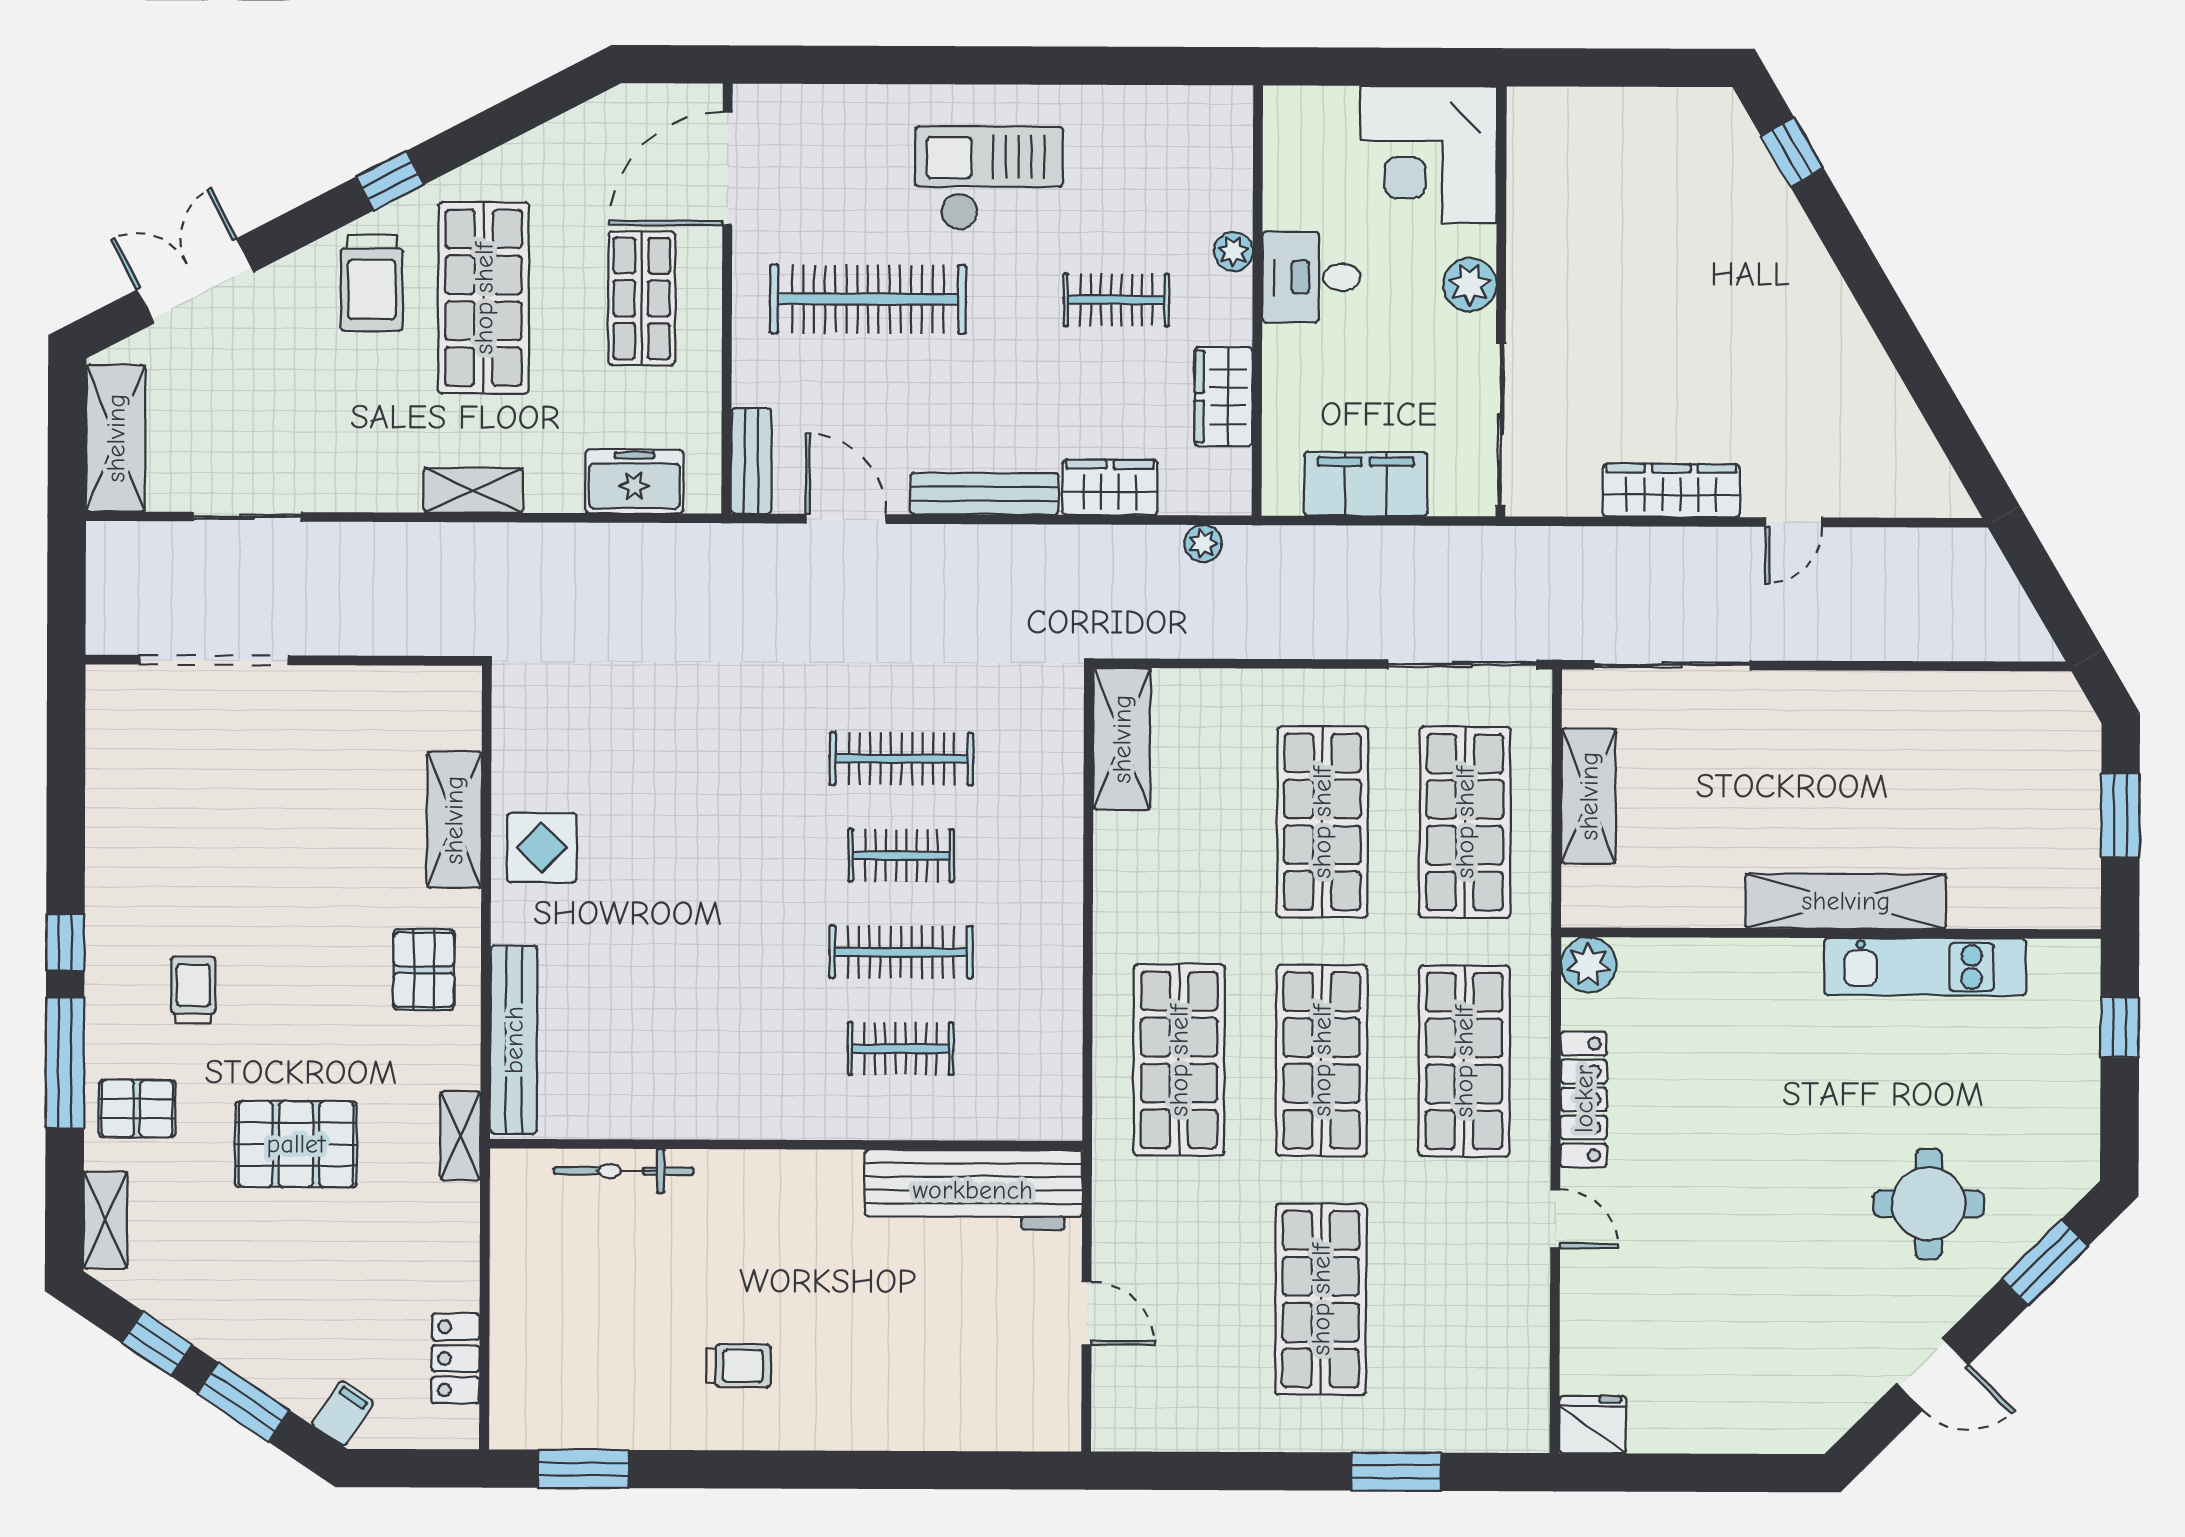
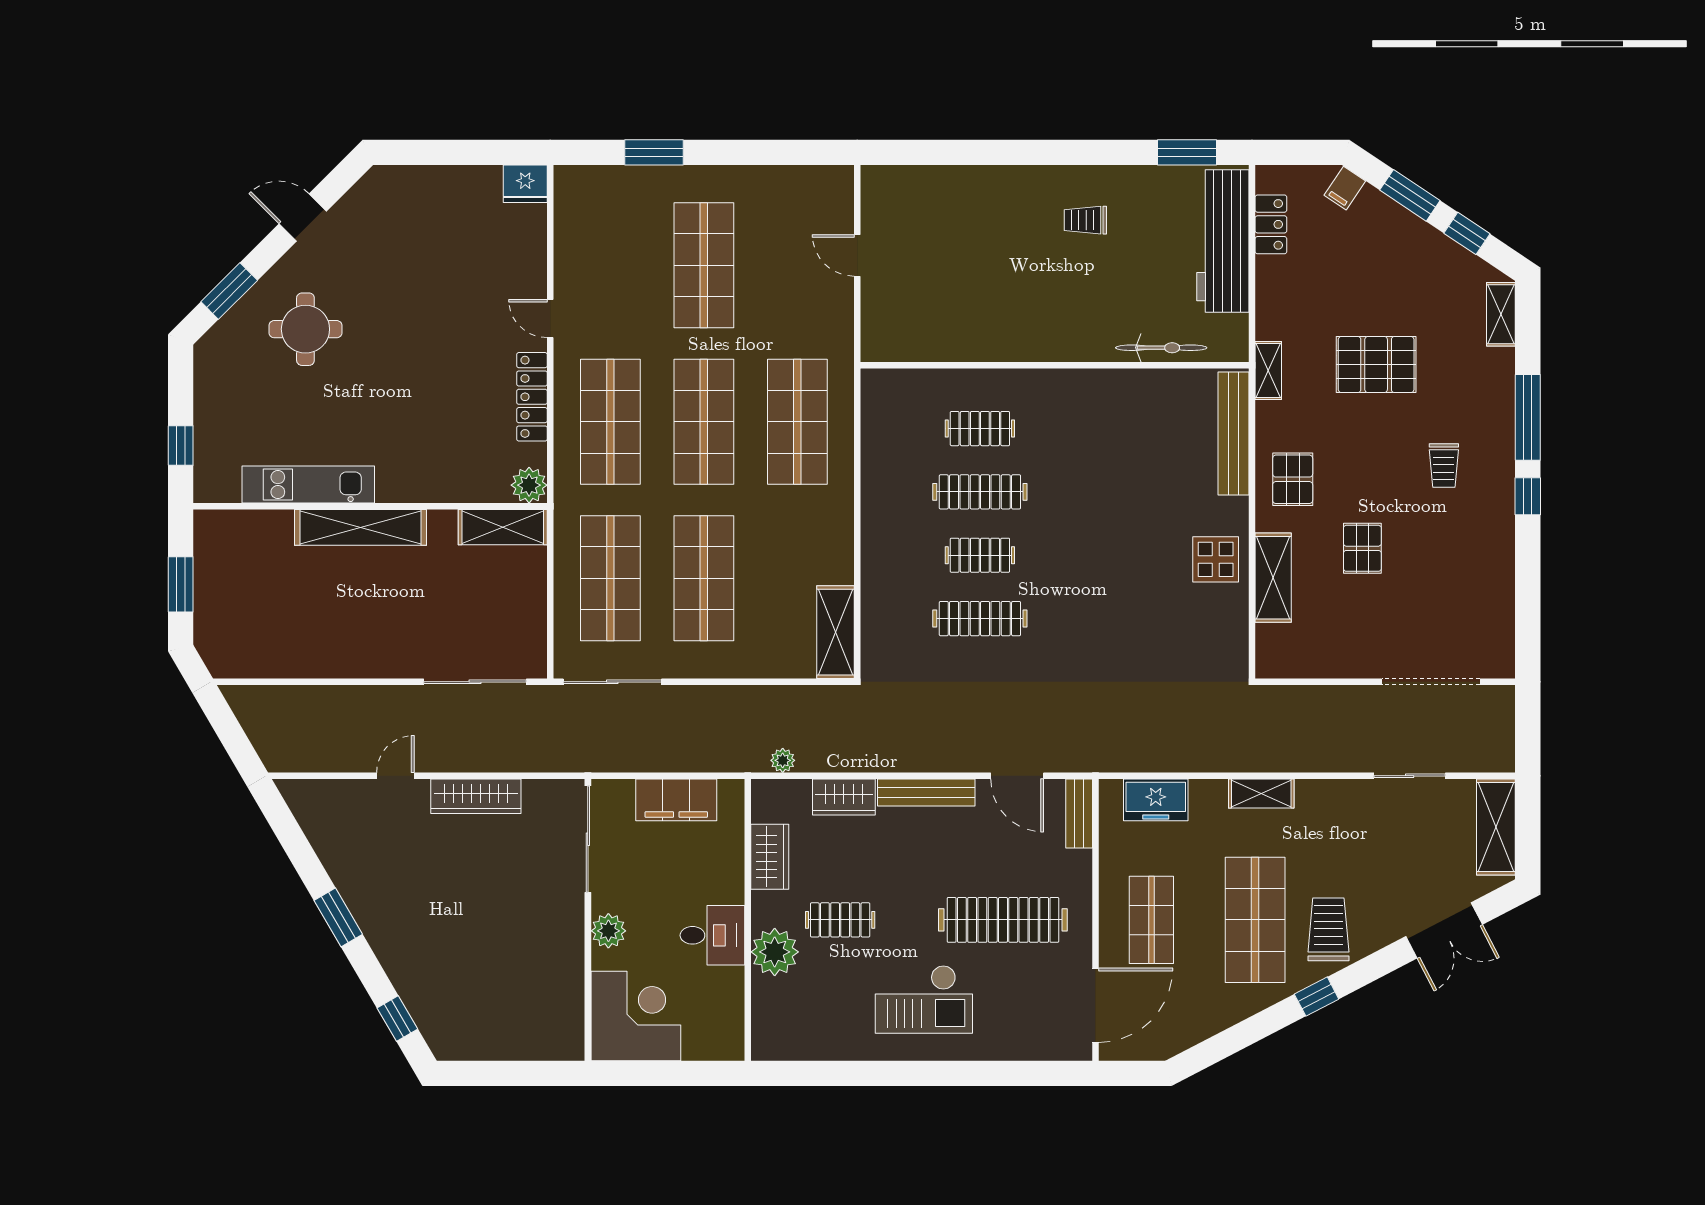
plant: (1233, 251) -> (775, 952), width x1.88, depth x1.88
window: (1882, 307) -> (338, 917), added
shelving: (1589, 796) -> (503, 527), moved, turned 90
pallet: (137, 1109) -> (1362, 548), moved, turned 90
workbench: (973, 1190) -> (1223, 241), moved, turned -90

